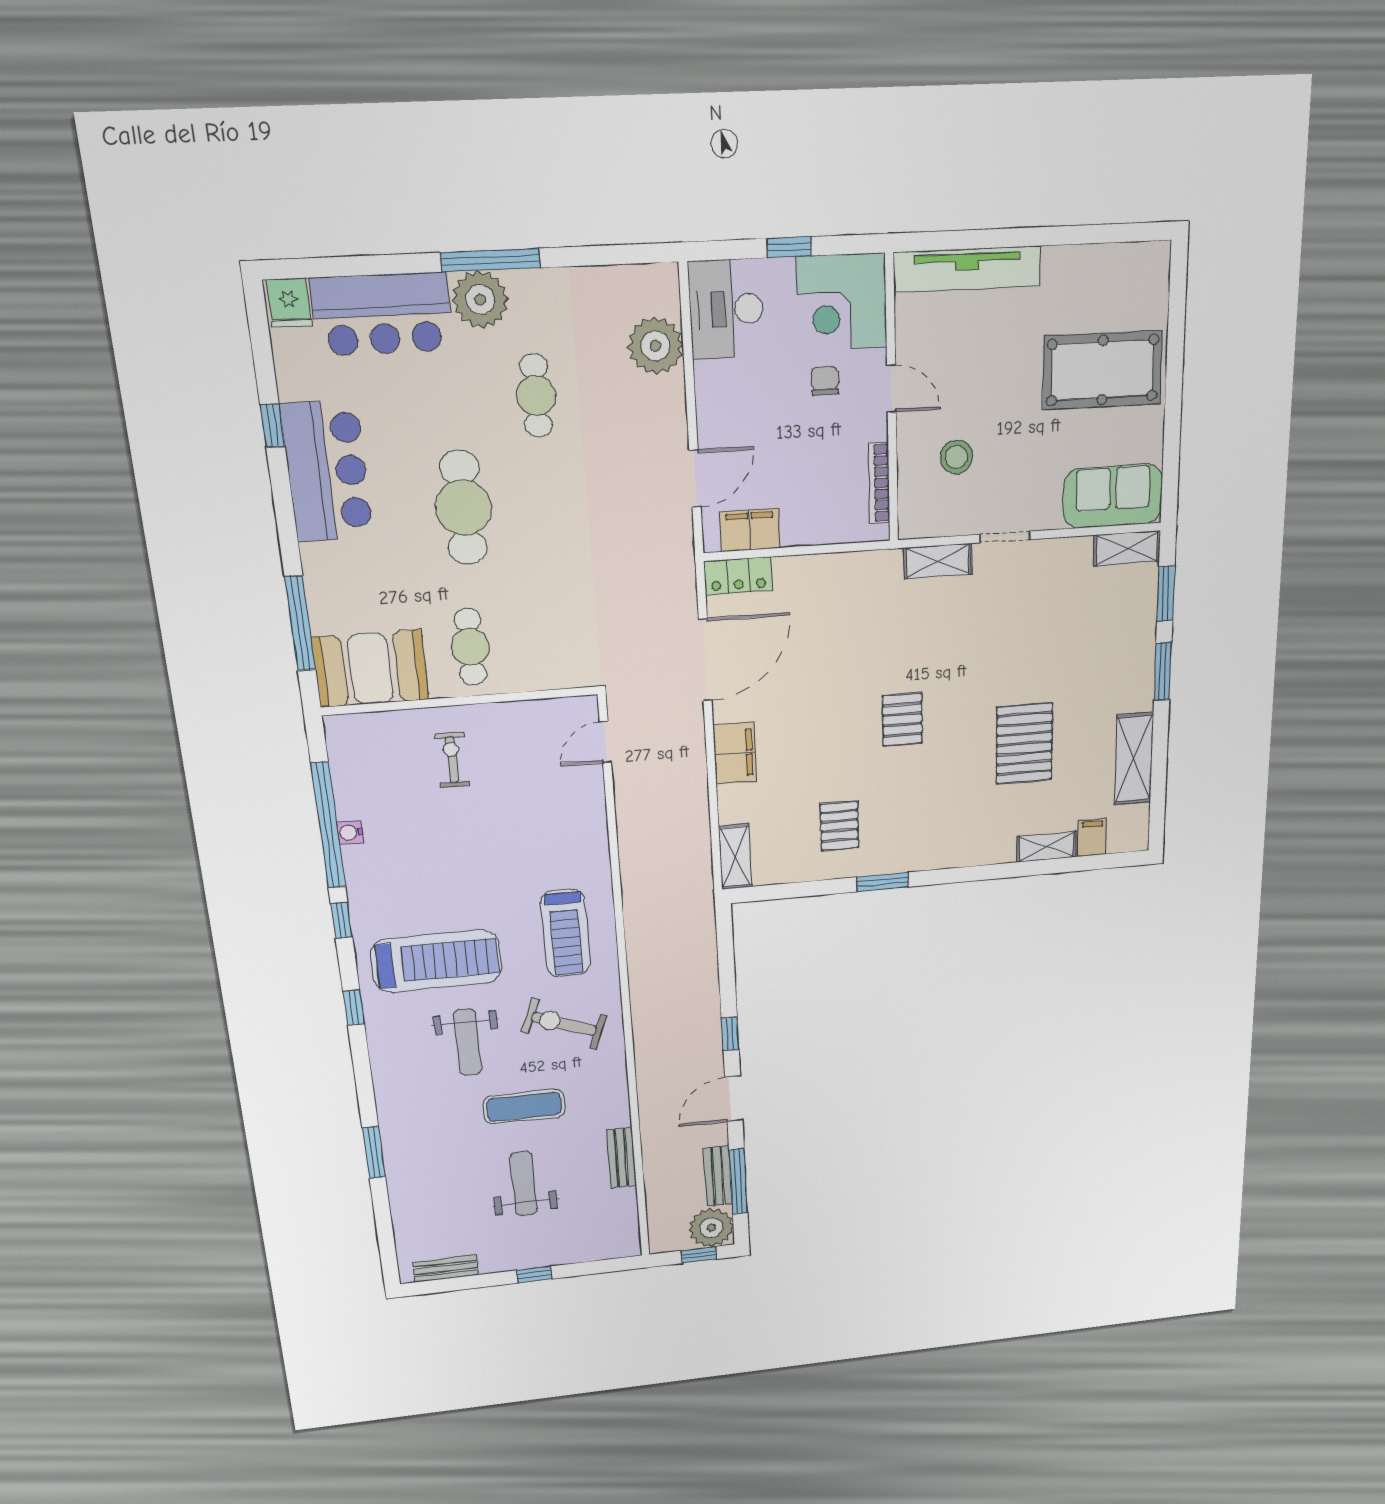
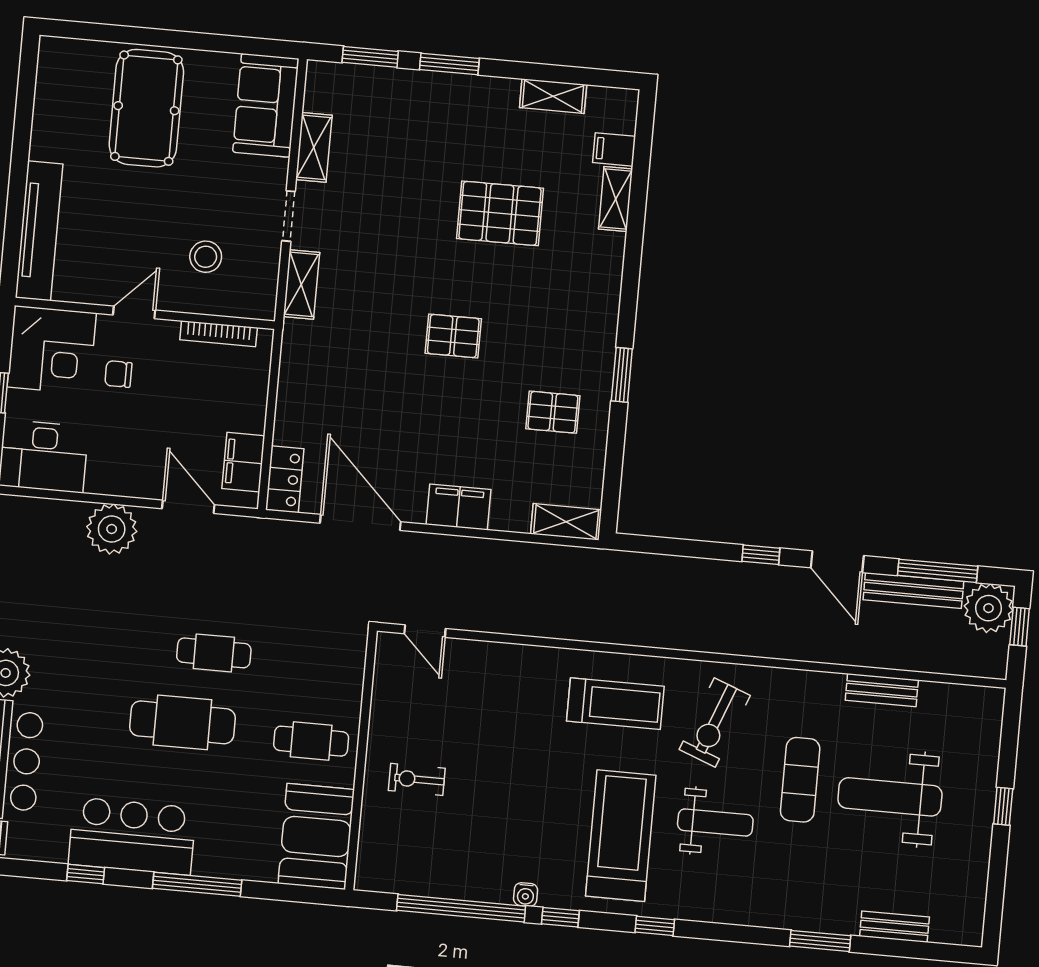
plant: (656, 346) -> (112, 529), moved
cafe table: (536, 396) -> (214, 653), moved
shelving: (1127, 548) -> (314, 147), moved
window: (300, 623) -> (197, 884), moved
shelving: (1134, 759) -> (553, 96), width x0.67, depth x0.75
water cooler: (350, 833) -> (526, 895), moved
bench: (718, 1176) -> (913, 590), width x1.36
weight bench: (524, 1184) -> (890, 797), width x1.36, depth x1.33
bench: (446, 1268) -> (894, 927), moved, turned 90

